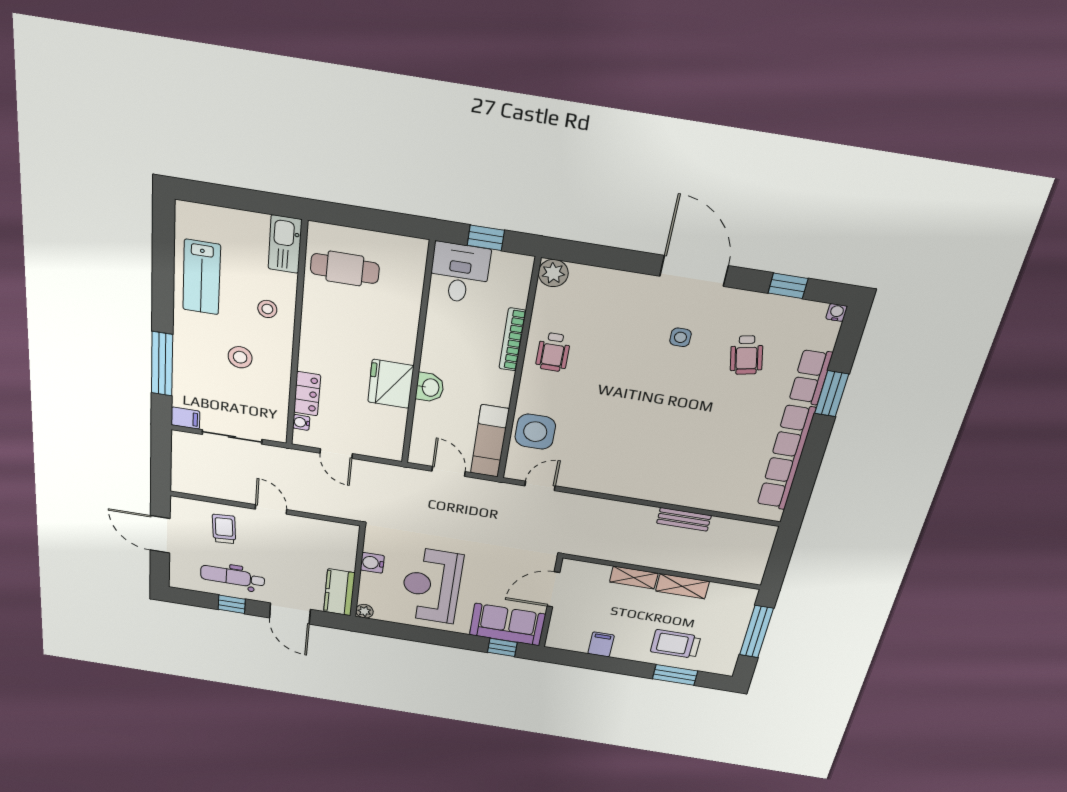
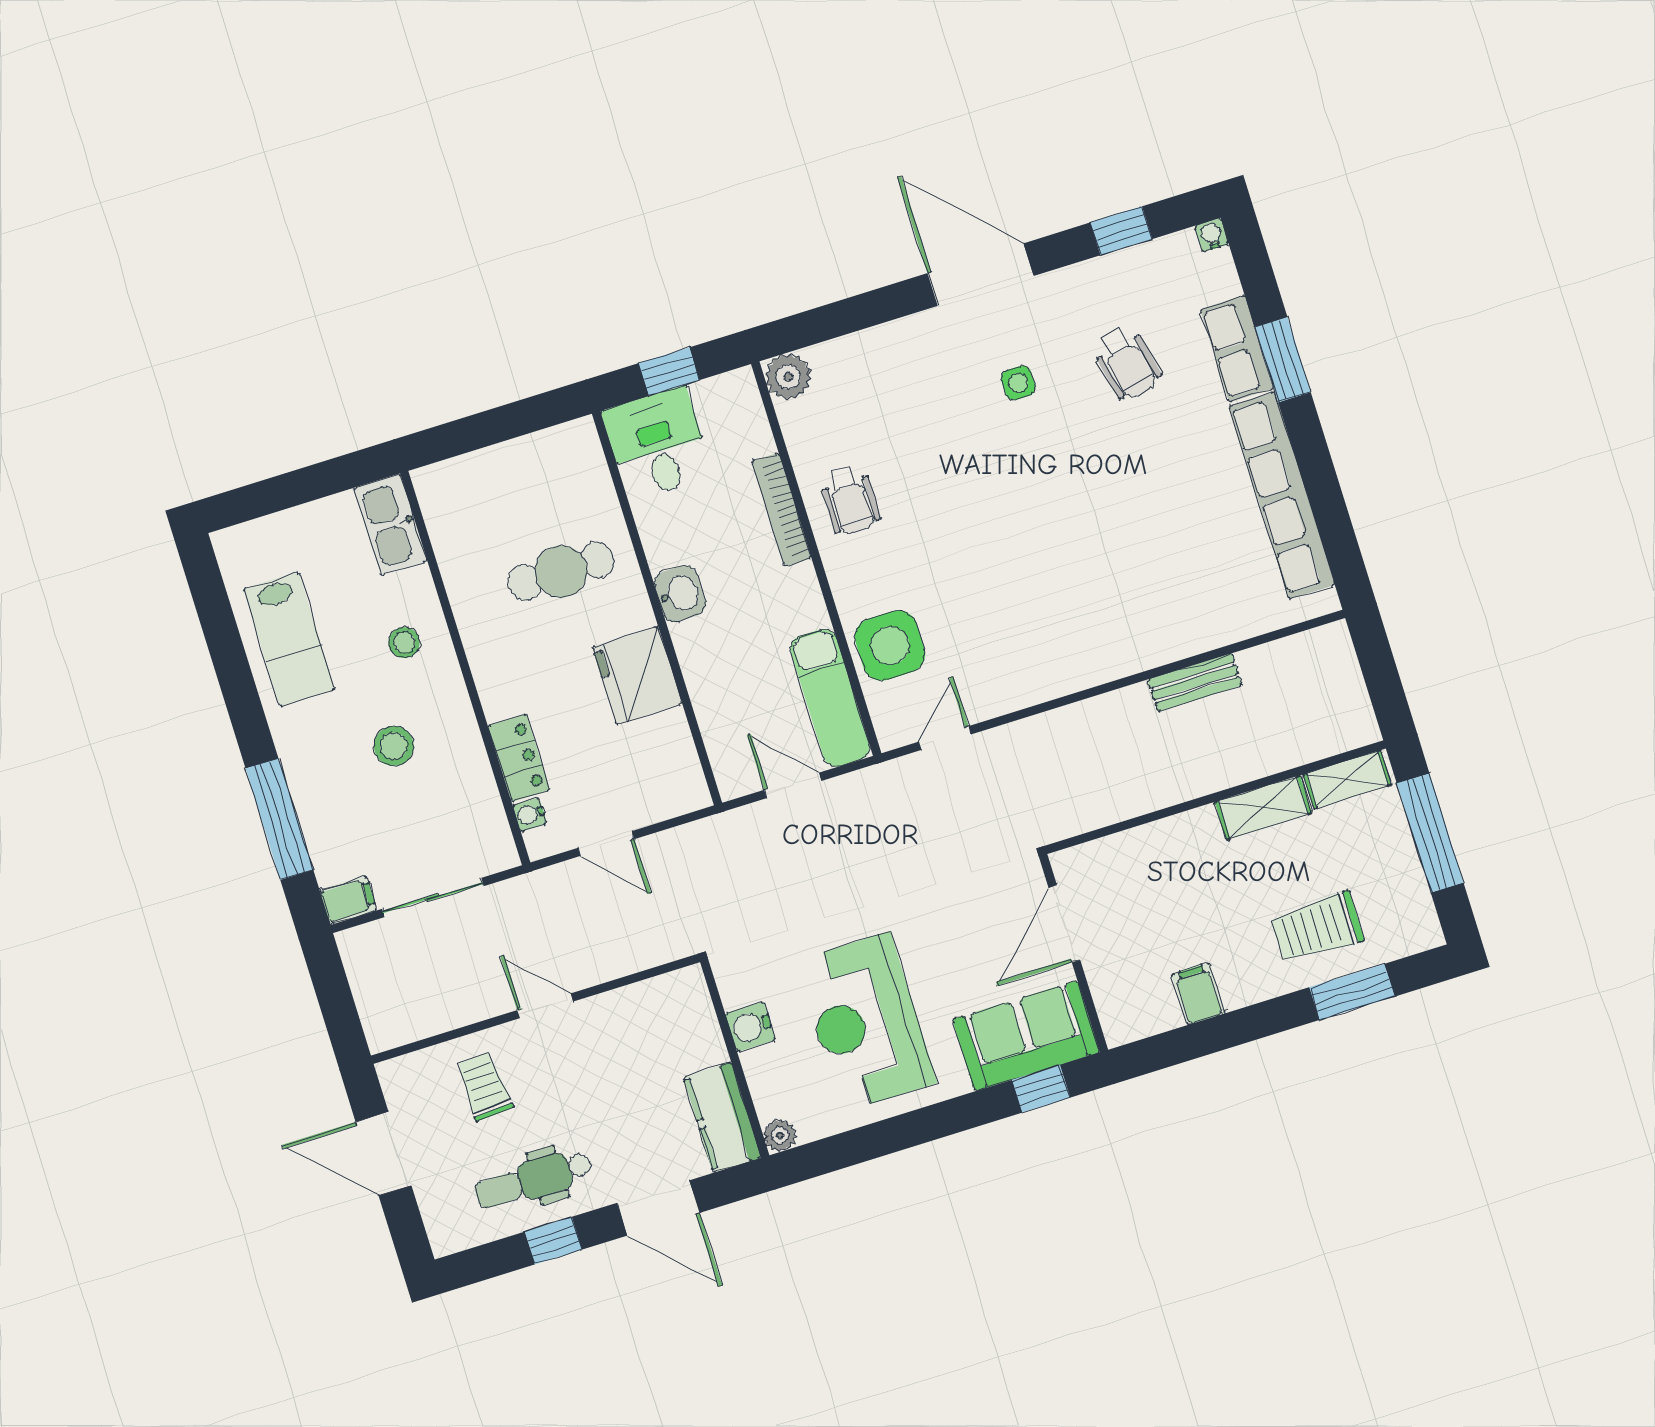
cafe table: (345, 269) -> (561, 571), moved
washbasin: (430, 387) -> (680, 594), moved
shelving: (634, 578) -> (1347, 780), moved

